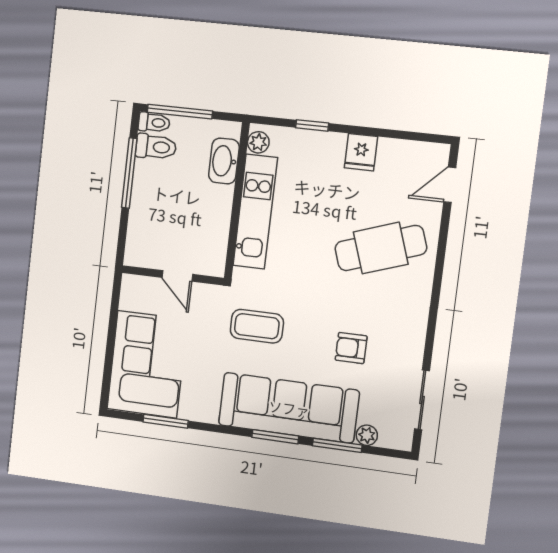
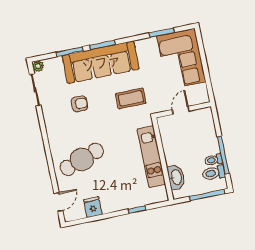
toilet: (154, 122) -> (214, 160), moved
plant: (258, 142) -> (161, 192), removed
fridge: (361, 152) -> (93, 207), moved
door: (177, 276) -> (181, 110), hinge flipped
plant: (367, 435) -> (38, 66), moved

